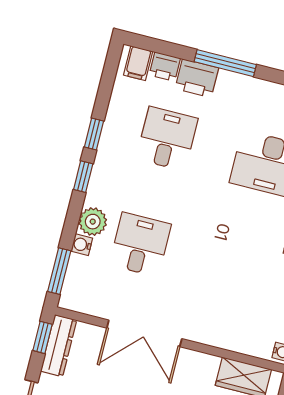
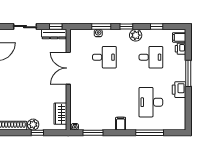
printer: (197, 78) -> (179, 90), moved
window: (94, 134) -> (157, 27), moved
plant: (93, 222) -> (136, 35), moved
window: (59, 271) -> (101, 27), moved

